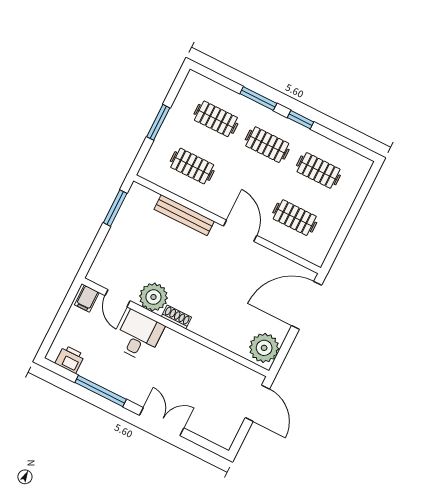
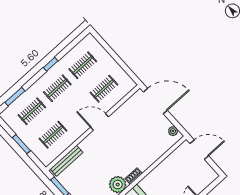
window: (258, 98) -> (15, 97), moved
bench: (184, 215) -> (67, 161), moved
door: (307, 305) -> (155, 101), swing flipped
plant: (264, 348) -> (173, 131), width x0.53, depth x0.53

